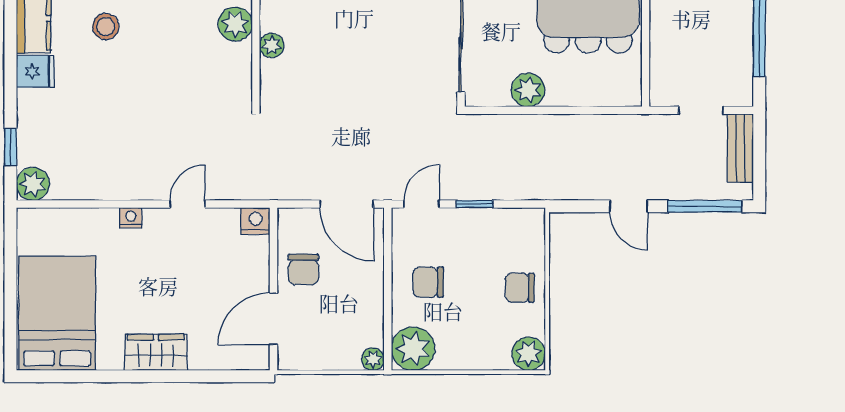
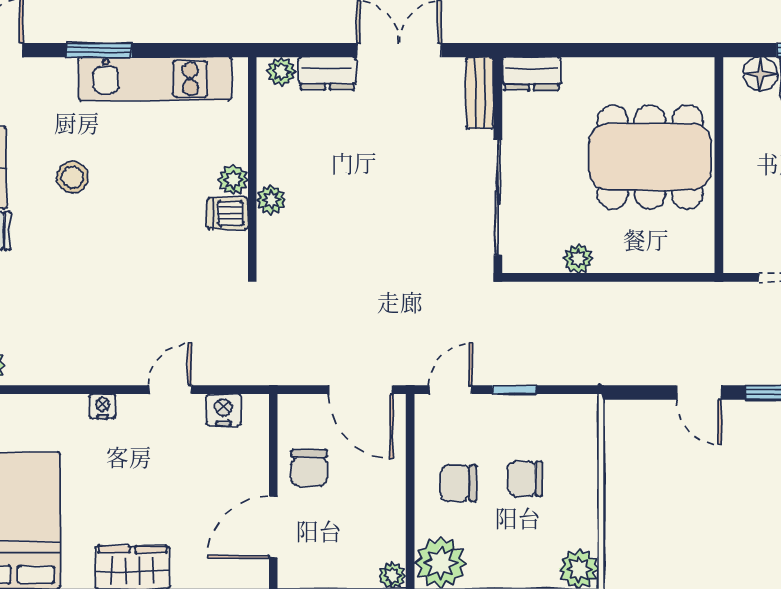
plant: (235, 24) -> (233, 180), width x0.73, depth x0.73
dishwasher: (235, 57) -> (228, 213), added
plant: (528, 90) -> (578, 259), width x0.73, depth x0.73
nightstand: (256, 221) -> (223, 410), moved
chair: (520, 288) -> (525, 479), moved

